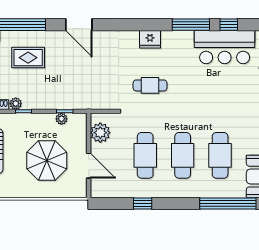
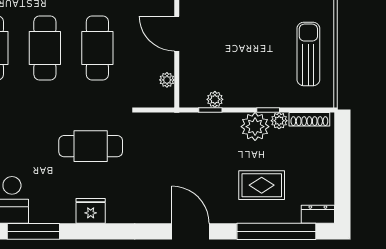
cafe table: (150, 85) -> (91, 146), width x1.37, depth x1.35
plant: (33, 99) -> (255, 127), added
plant: (100, 133) -> (167, 80), width x0.53, depth x0.53
parasol: (47, 160) -> (235, 41), removed

